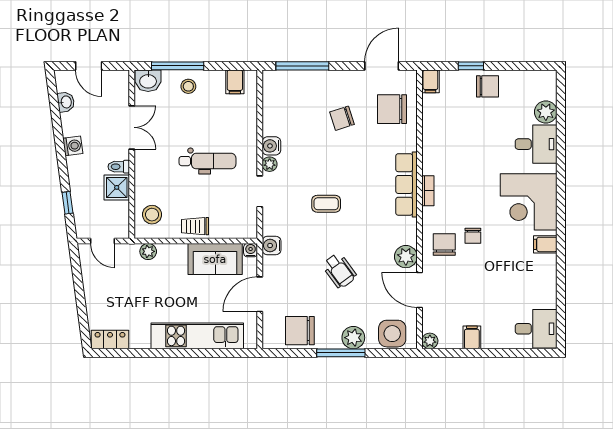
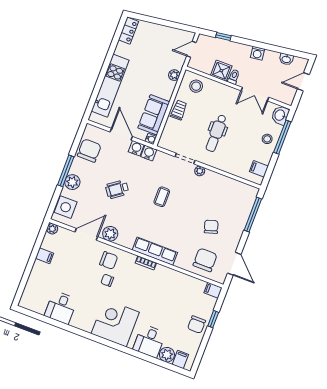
water cooler: (271, 146) -> (136, 148), moved
filing cabinet: (545, 244) -> (180, 359), moved
desk: (536, 329) -> (61, 308), moved

